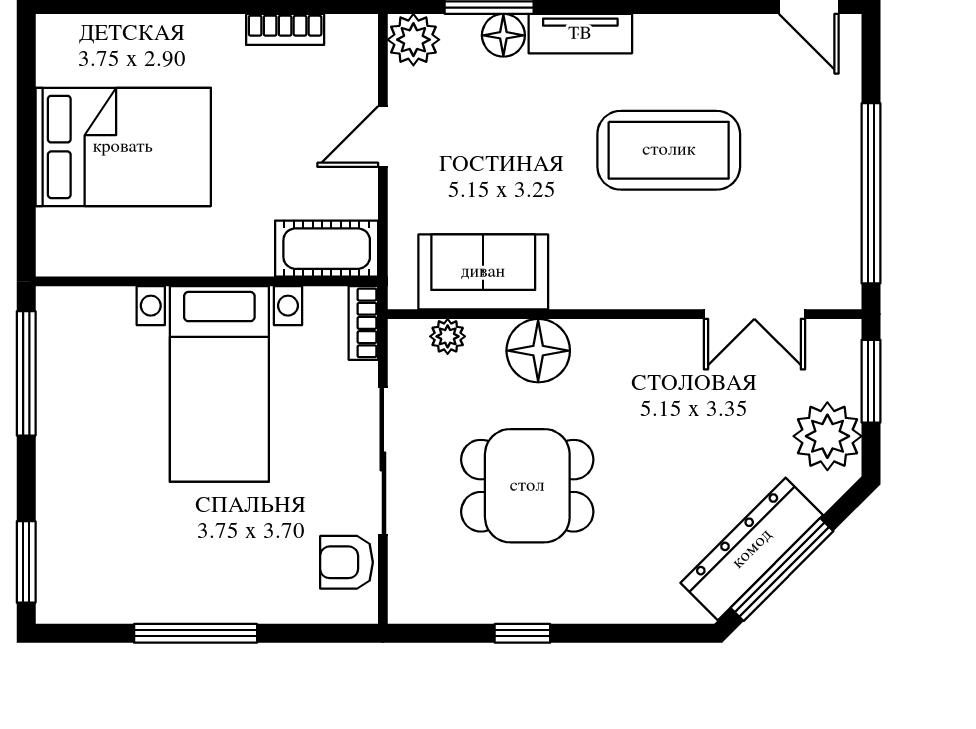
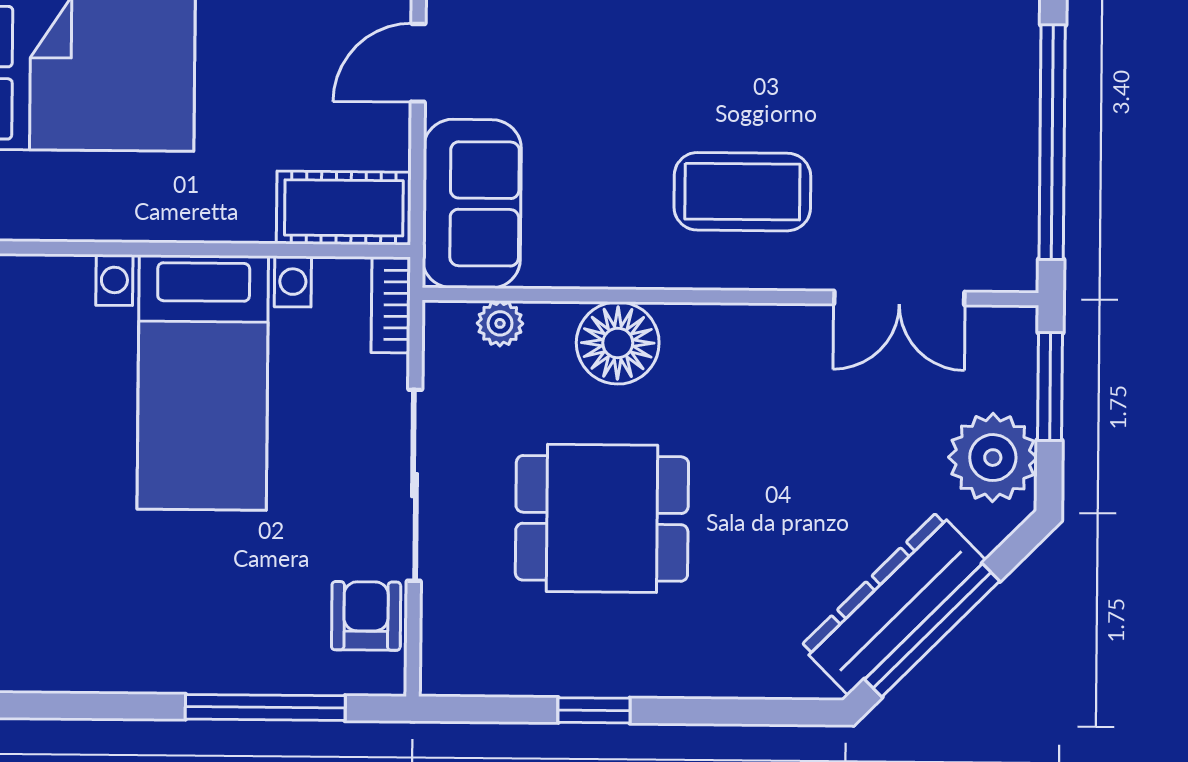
coffee table: (669, 150) -> (742, 192), moved, width x0.73, depth x0.76
sofa: (483, 272) -> (472, 204), moved, turned 90
armchair: (346, 562) -> (366, 616), turned 90
window: (196, 633) -> (265, 707), moved

